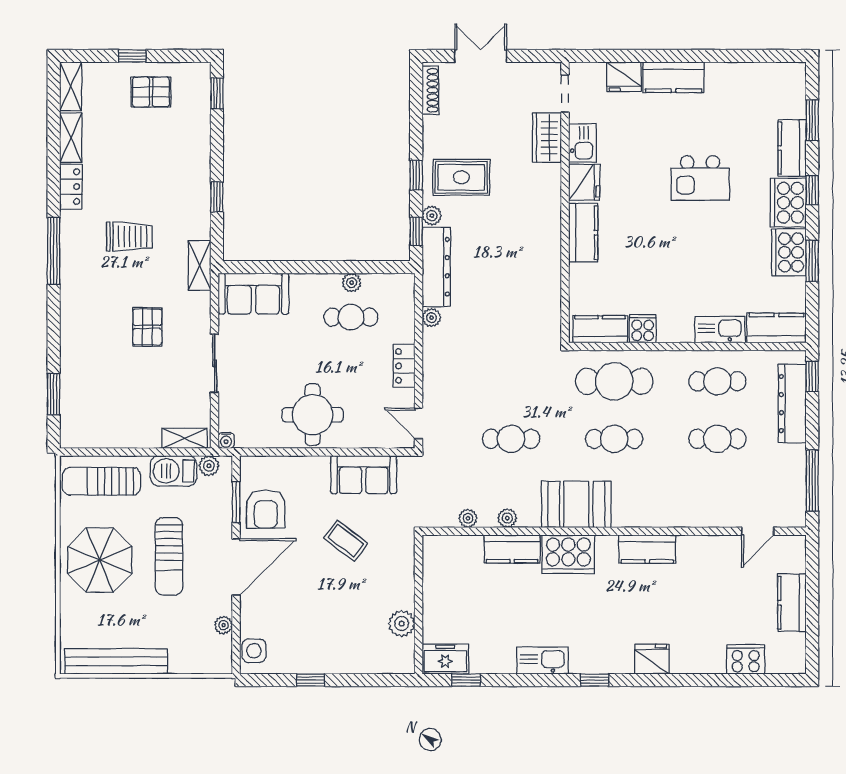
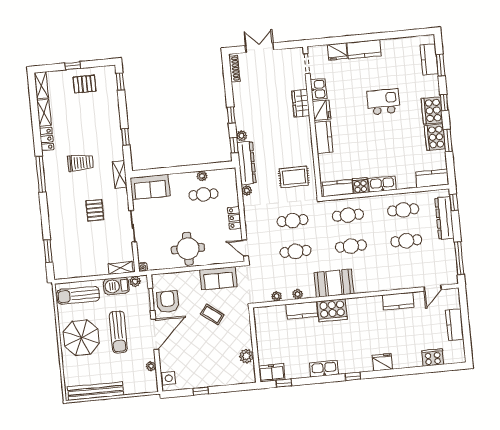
wardrobe: (547, 138) -> (301, 103), moved
kitchen counter: (792, 148) -> (429, 59), moved
rug: (461, 177) -> (294, 177), moved
kitchen island: (700, 178) -> (383, 102), turned 180
kitchen sink: (720, 330) -> (382, 184), moved
cafe table: (511, 381) -> (293, 221), added
cafe table: (614, 381) -> (348, 215), width x0.73, depth x0.74
armchair: (266, 509) -> (168, 302), turned 180
kitchen counter: (647, 549) -> (398, 301), moved

